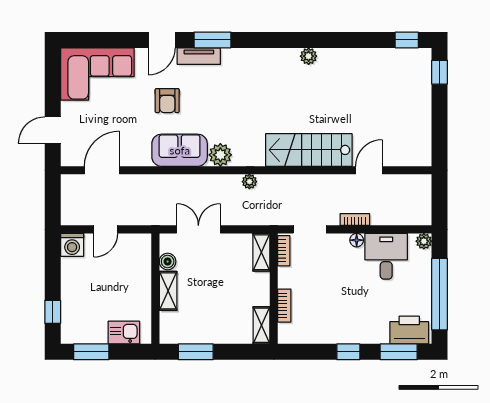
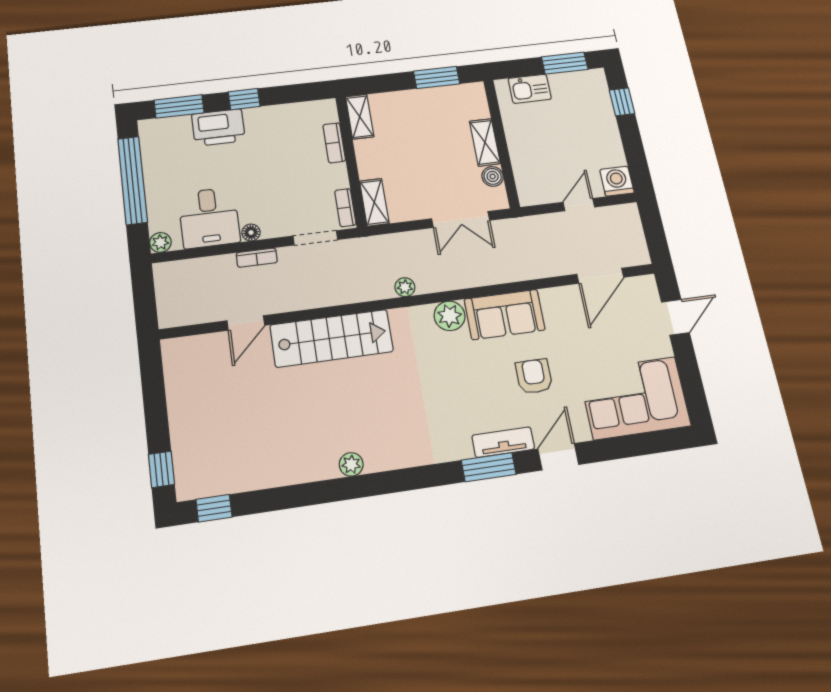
printer: (409, 330) -> (218, 127), moved

